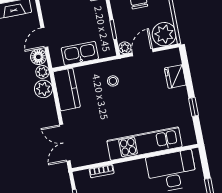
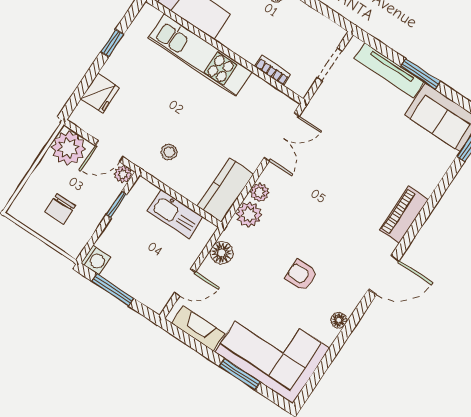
door: (44, 38) -> (185, 282), moved
plant: (42, 72) -> (260, 192), moved

